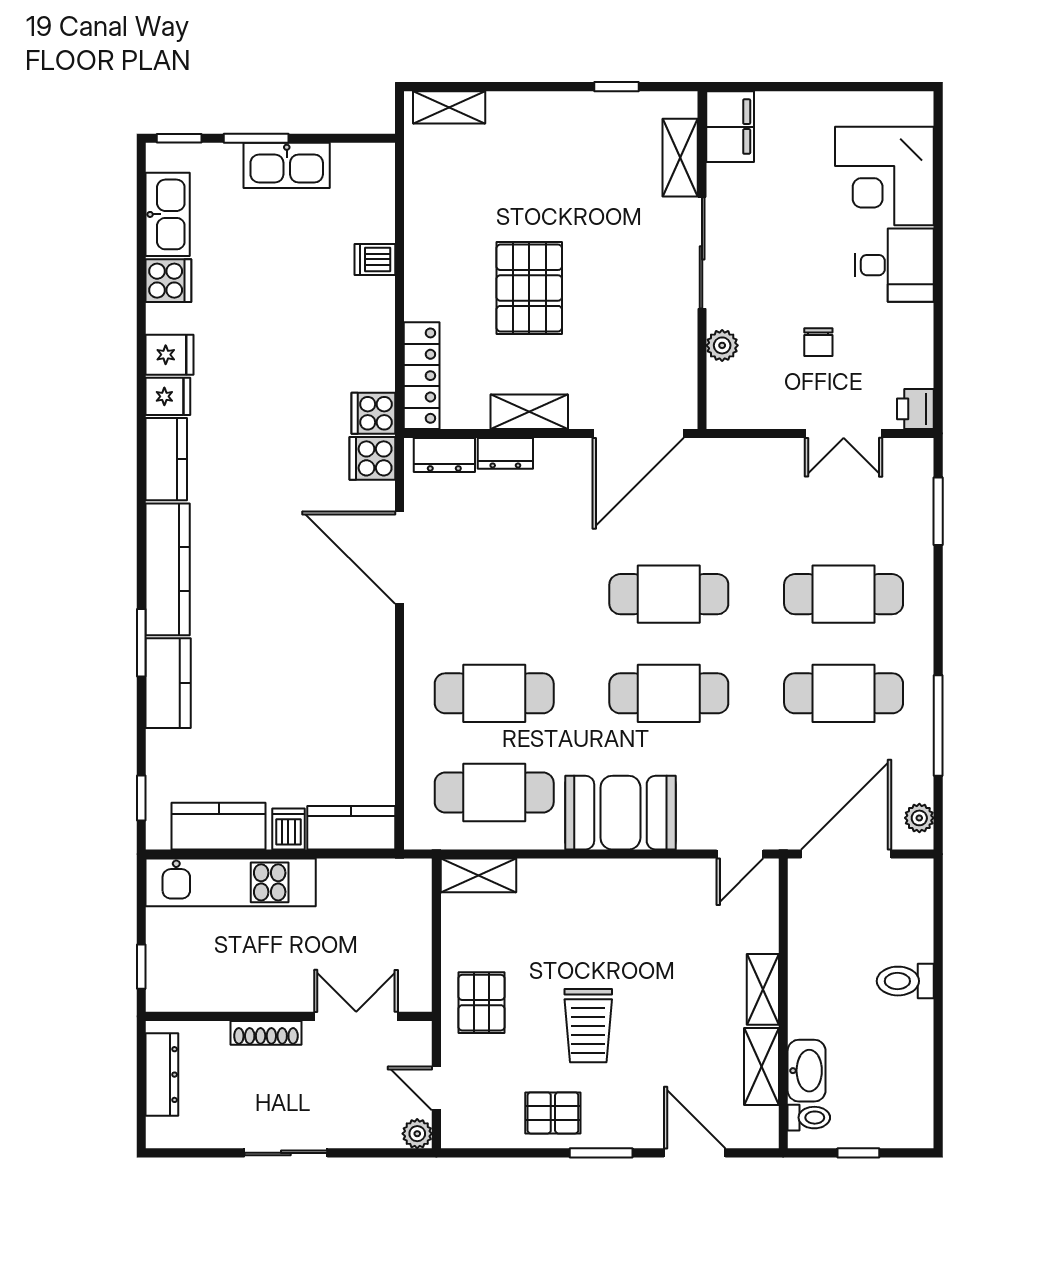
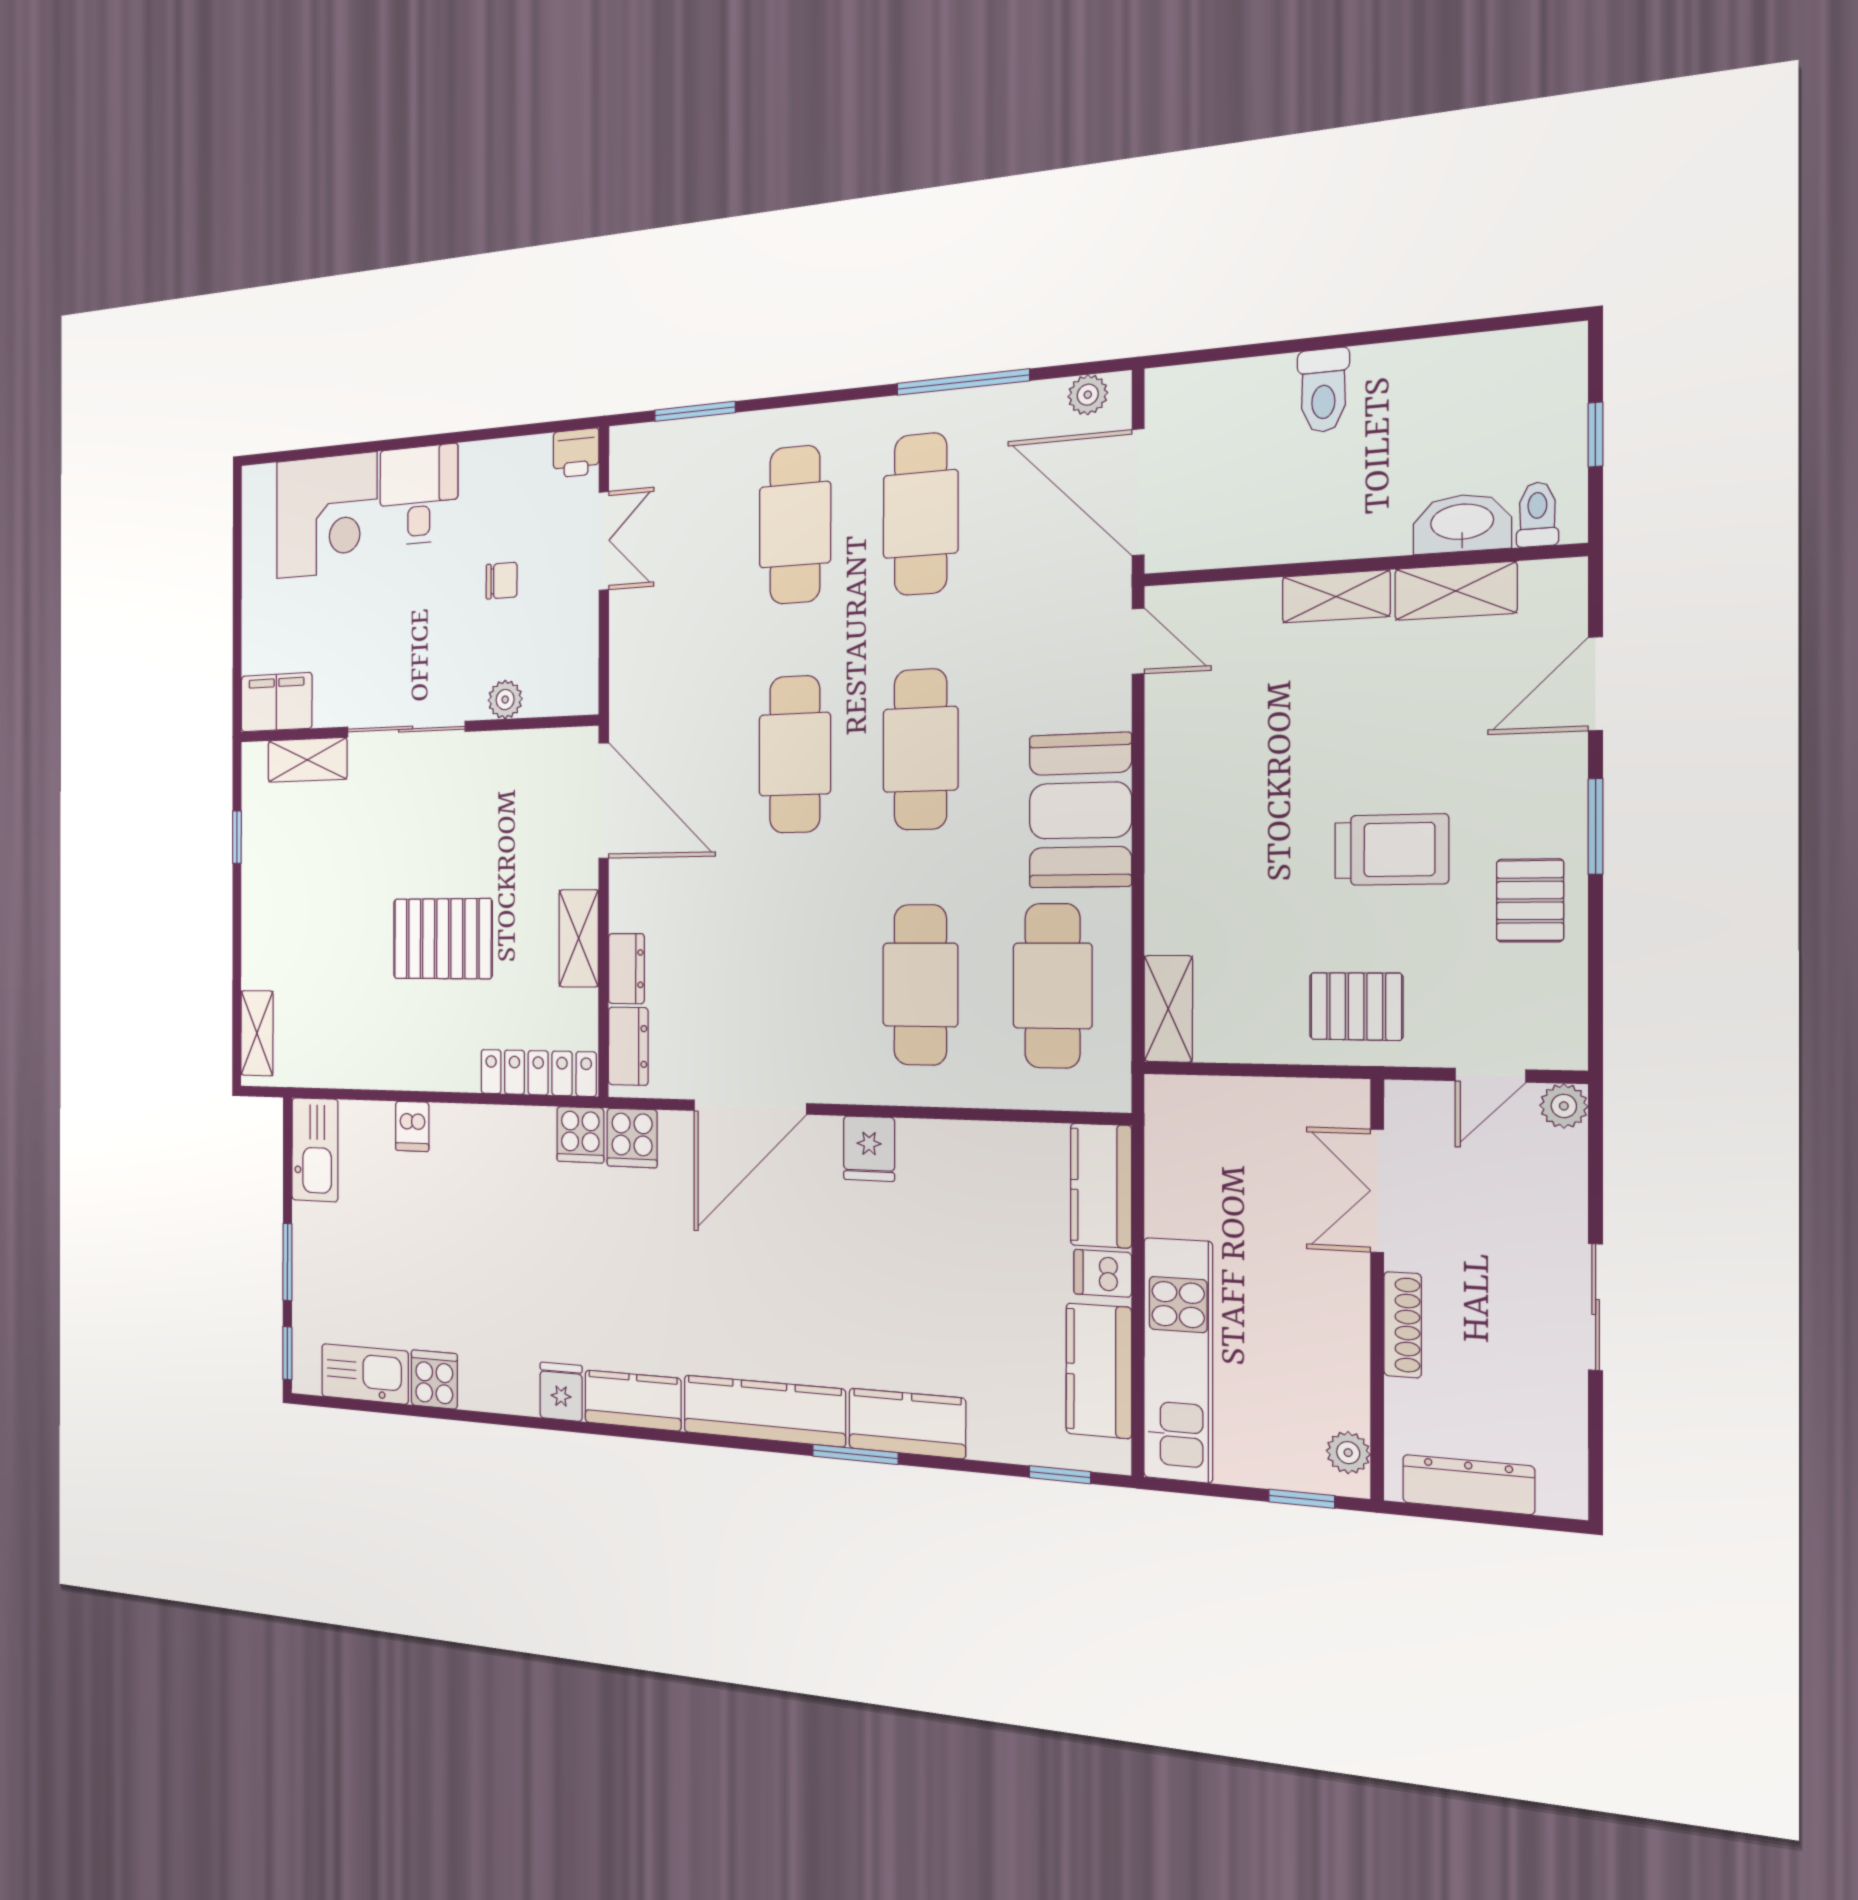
kitchen sink: (287, 165) -> (315, 1150), moved
fridge: (170, 355) -> (869, 1149), moved, turned 180
plant: (176, 997) -> (1348, 1453), added

